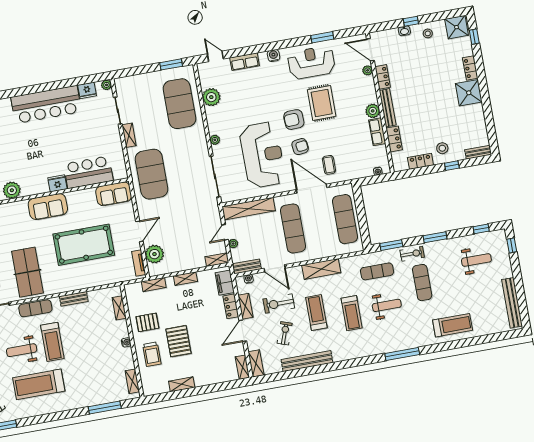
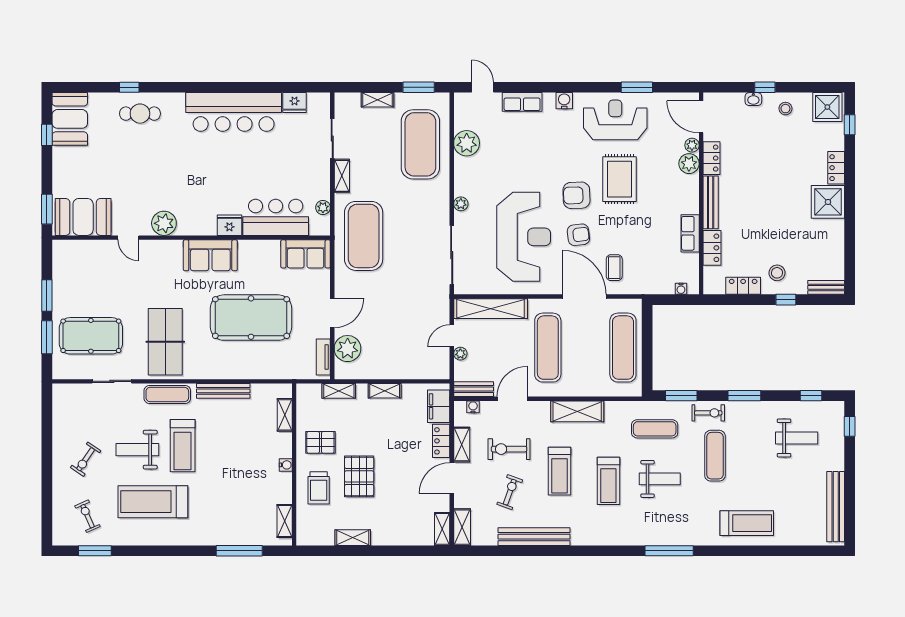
plant: (106, 85) -> (323, 207), moved
plant: (373, 111) -> (689, 164), moved
shelving: (217, 260) -> (377, 100), moved
door: (275, 268) -> (512, 399), swing flipped
bench: (74, 299) -> (223, 391), width x1.36
treadmill: (316, 313) -> (559, 471), turned 180

